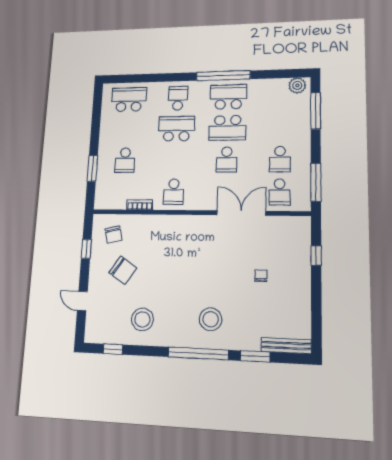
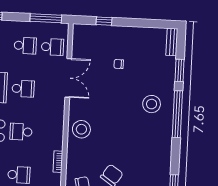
school desk: (174, 192) -> (21, 132), moved, turned 180
double door: (241, 213) -> (68, 78), swing flipped
stool: (142, 319) -> (81, 129), moved
bench: (286, 346) -> (172, 42), width x0.73

